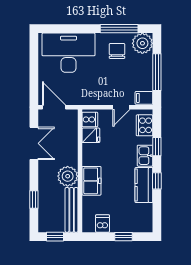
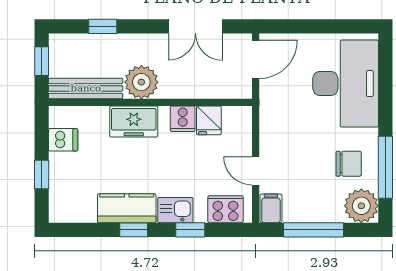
cooker: (90, 119) -> (183, 119), moved

